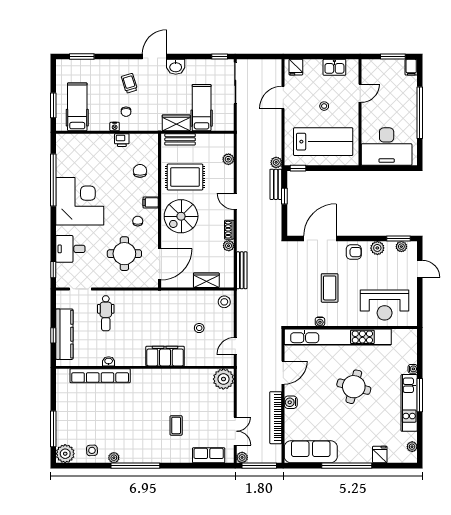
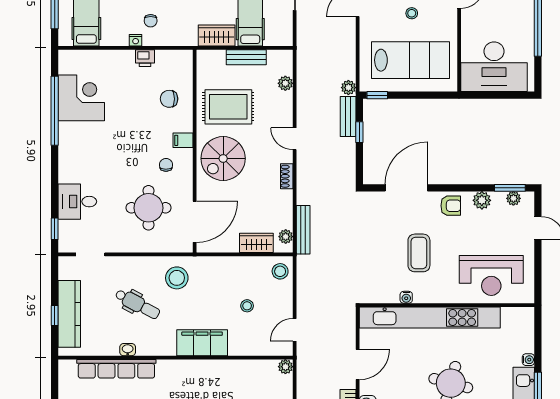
bench: (180, 139) -> (246, 57), moved
chair: (140, 171) -> (169, 99), turned -90
corner desk: (80, 201) -> (81, 98), moved, width x0.74, depth x0.74
plant: (229, 246) -> (286, 237), moved
stool: (146, 307) -> (177, 278), added
dental chair: (106, 313) -> (137, 304), moved, turned -62
plant: (223, 379) -> (285, 367), width x0.53, depth x0.53

